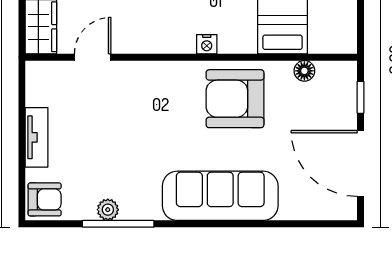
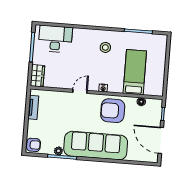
door: (93, 57) -> (80, 91), moved
tv unit: (37, 137) -> (33, 107), moved
sofa: (220, 196) -> (96, 146), width x1.36, depth x1.27

